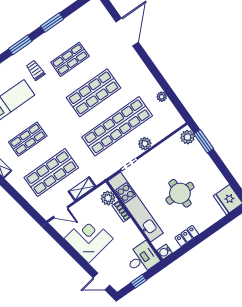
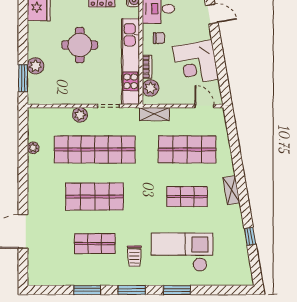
plant: (188, 137) -> (36, 66), moved
shelving: (82, 189) -> (154, 114), moved
chair: (127, 238) -> (159, 38), added

